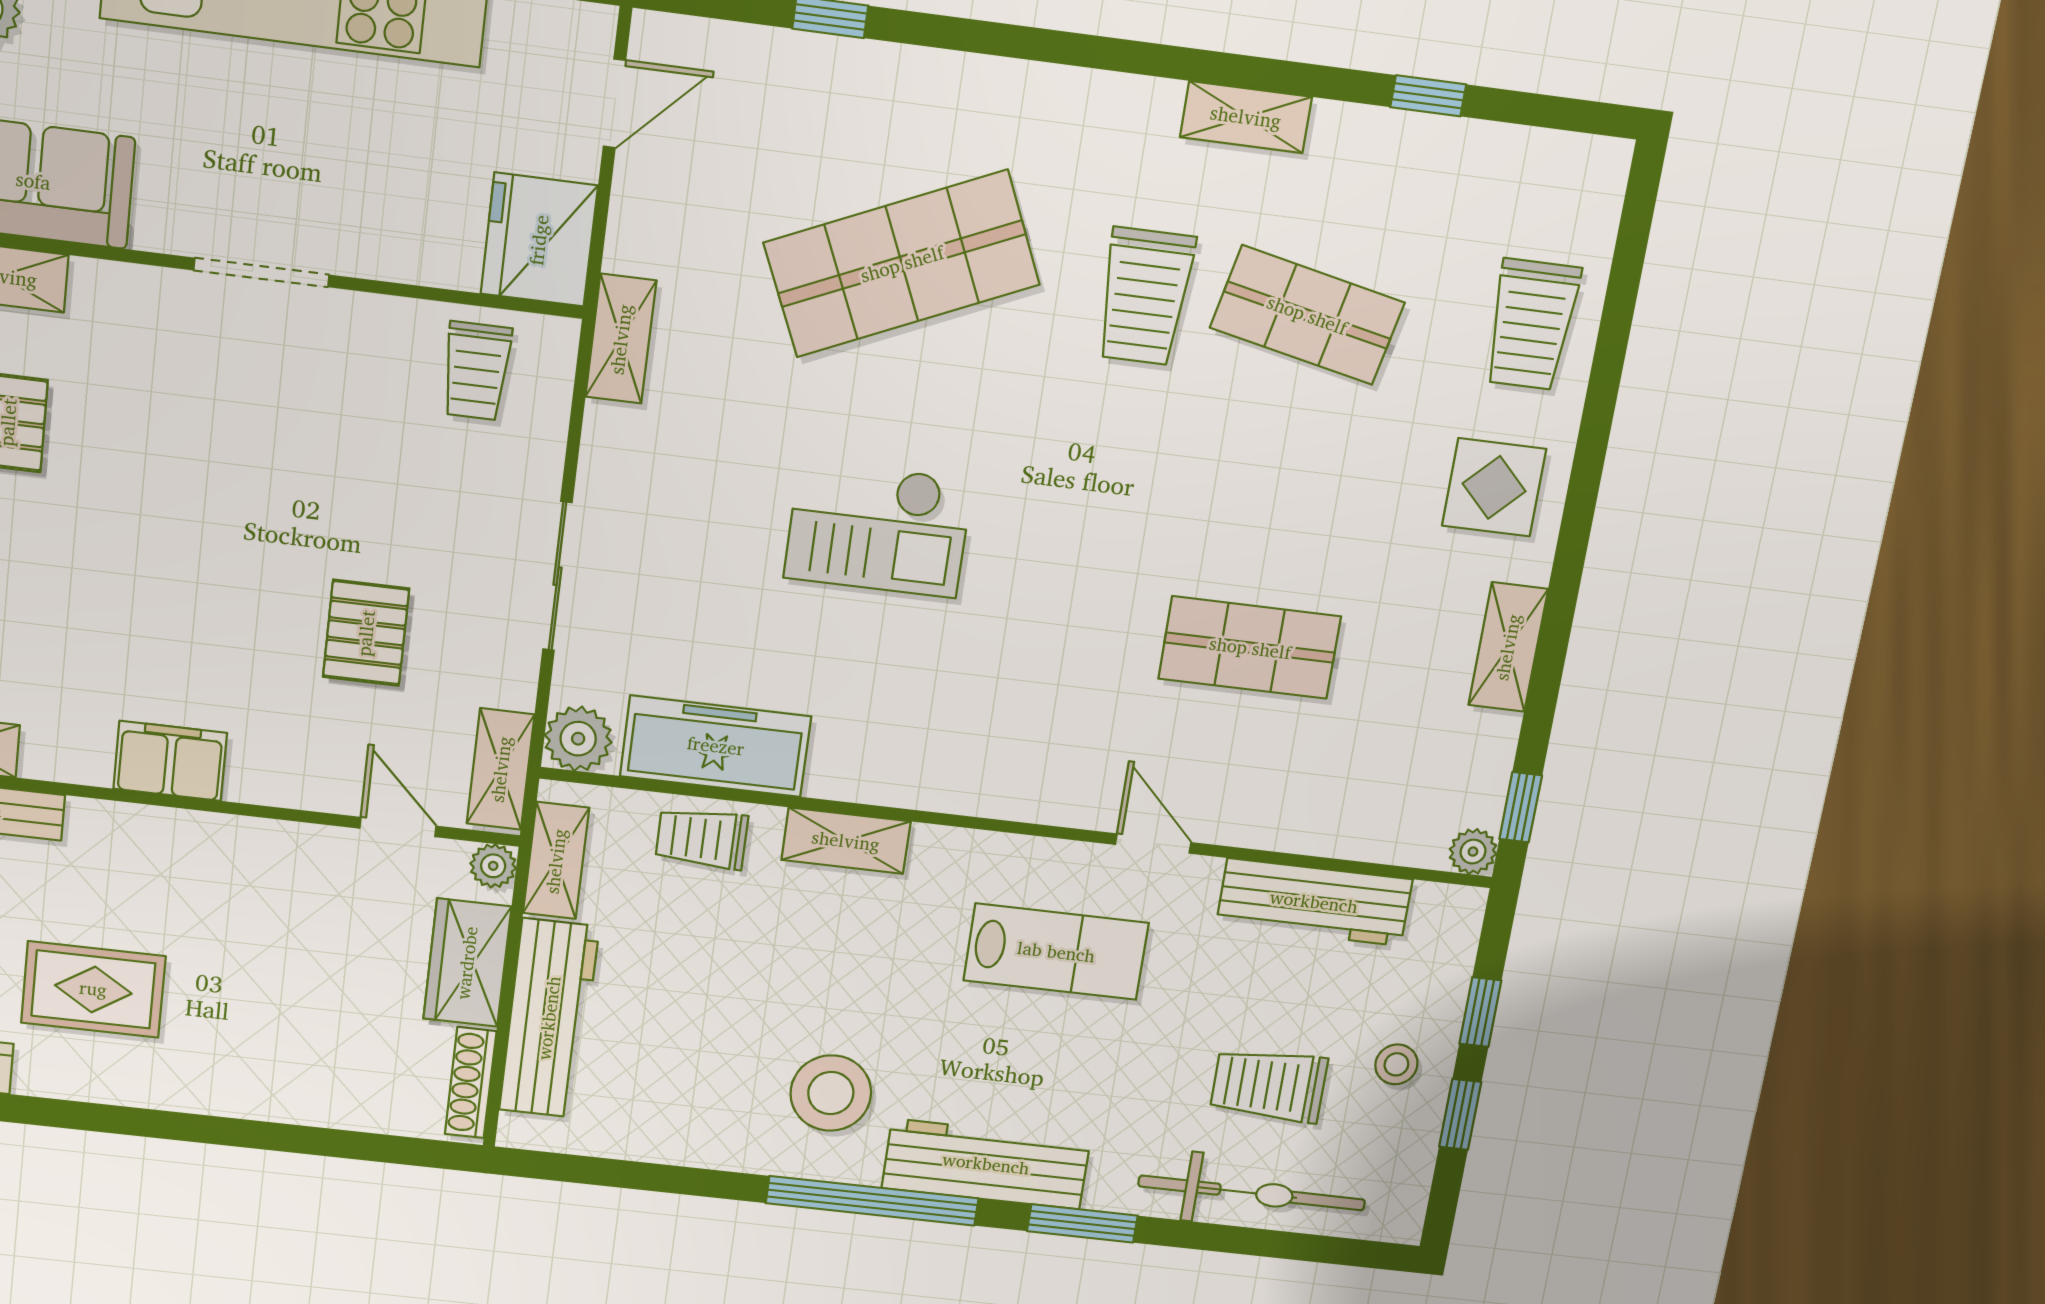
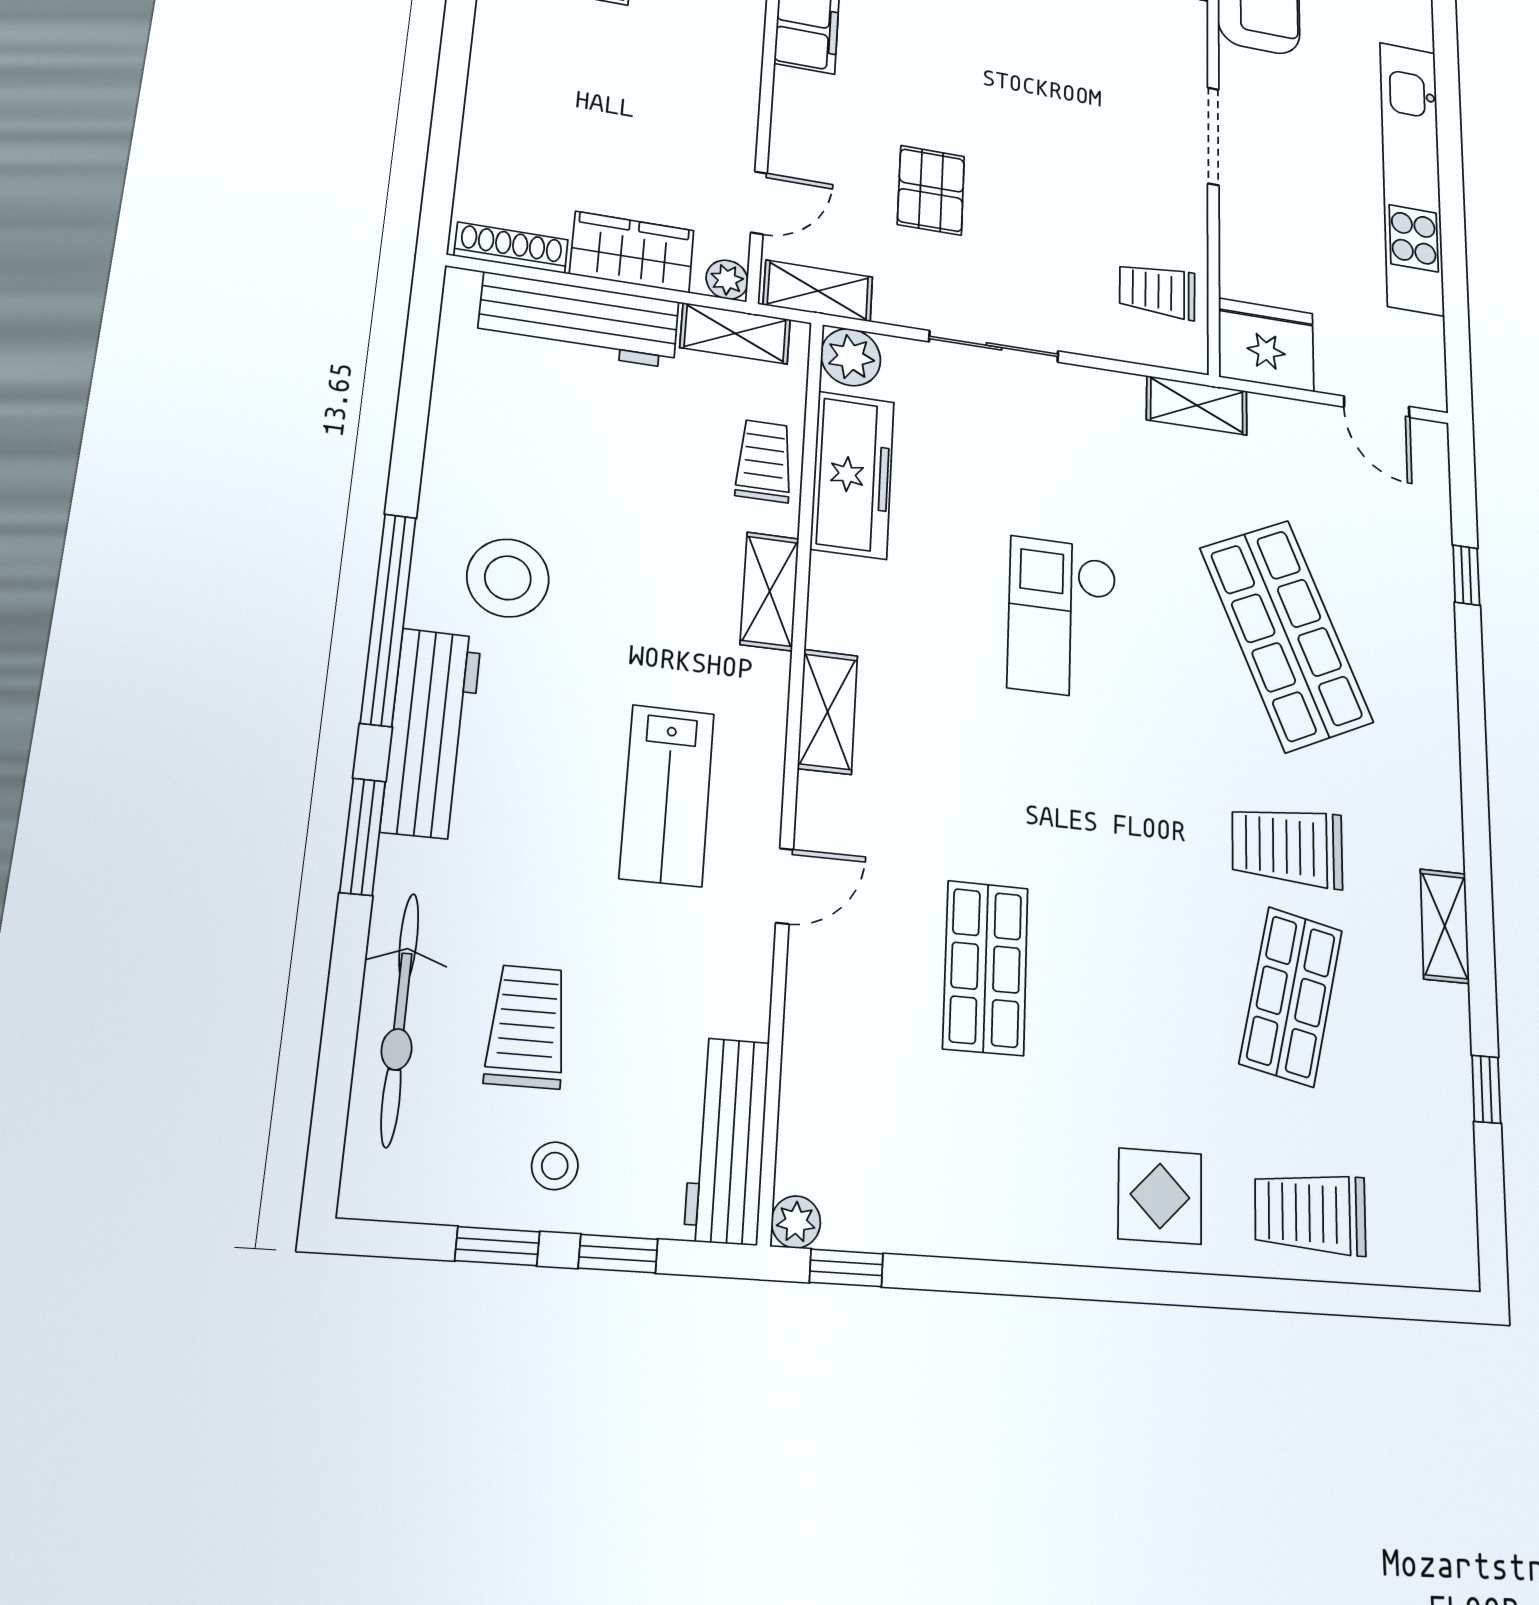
pallet: (366, 633) -> (931, 190), turned 90
shelving: (1508, 647) -> (828, 712), moved, turned 90
workbench: (1314, 902) -> (727, 1140), moved

